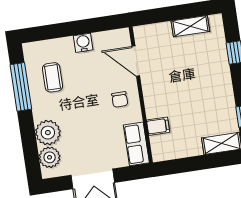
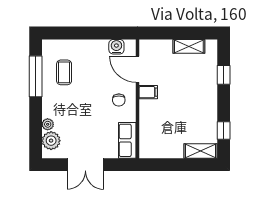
water cooler: (83, 43) -> (116, 47), moved
filing cabinet: (158, 126) -> (148, 92), moved
plant: (48, 133) -> (48, 124), width x0.53, depth x0.53

